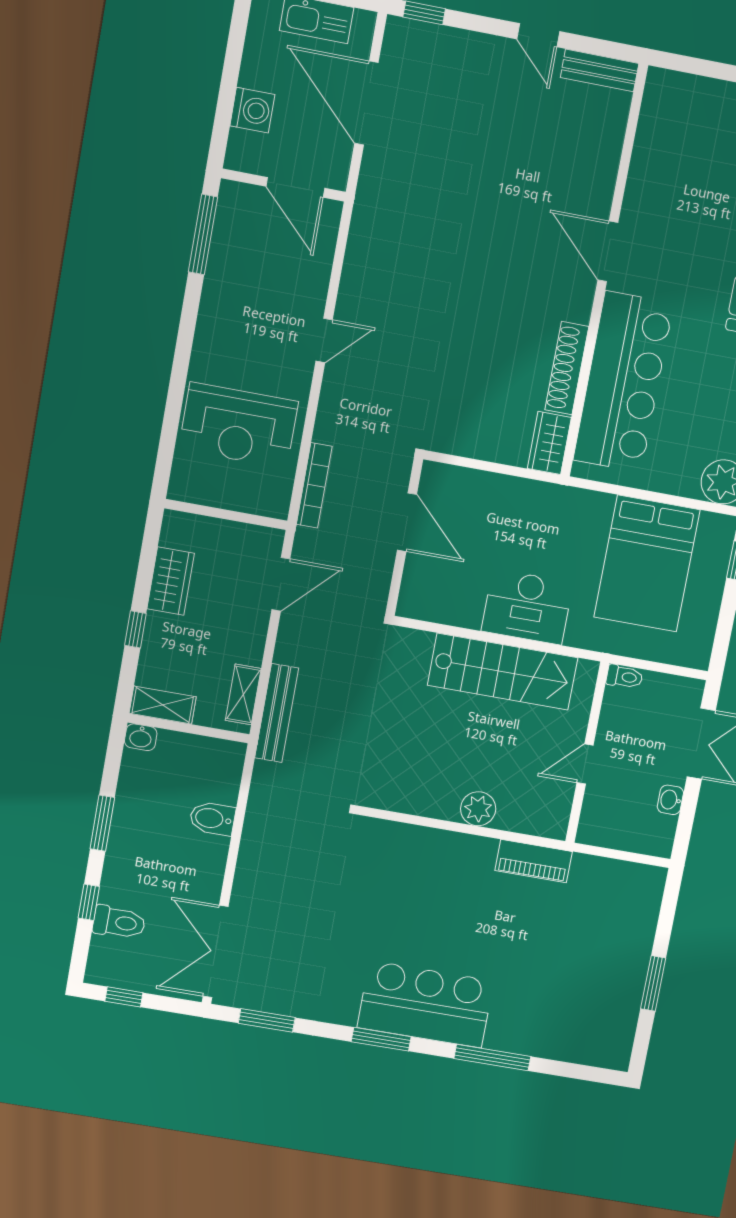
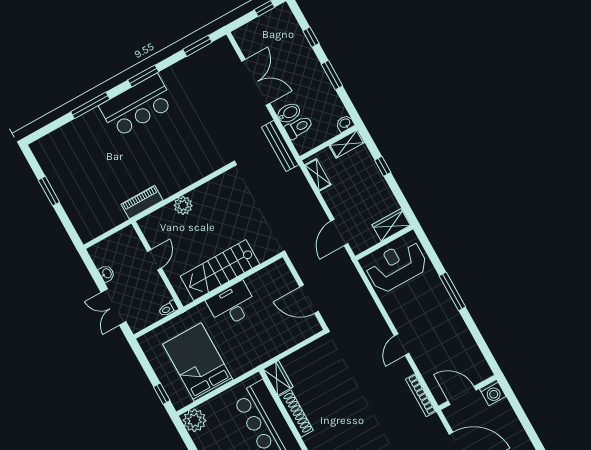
washing machine: (252, 110) -> (493, 393), moved, turned -90
window: (203, 234) -> (452, 291), moved
reception desk: (238, 425) -> (397, 266), moved
bookcase: (314, 485) -> (421, 395), moved
wardrobe: (171, 581) -> (391, 225), moved, turned 90
bench: (277, 713) -> (280, 146), moved
toilet: (119, 922) -> (299, 127), moved, turned 180
double door: (216, 951) -> (256, 82), moved

